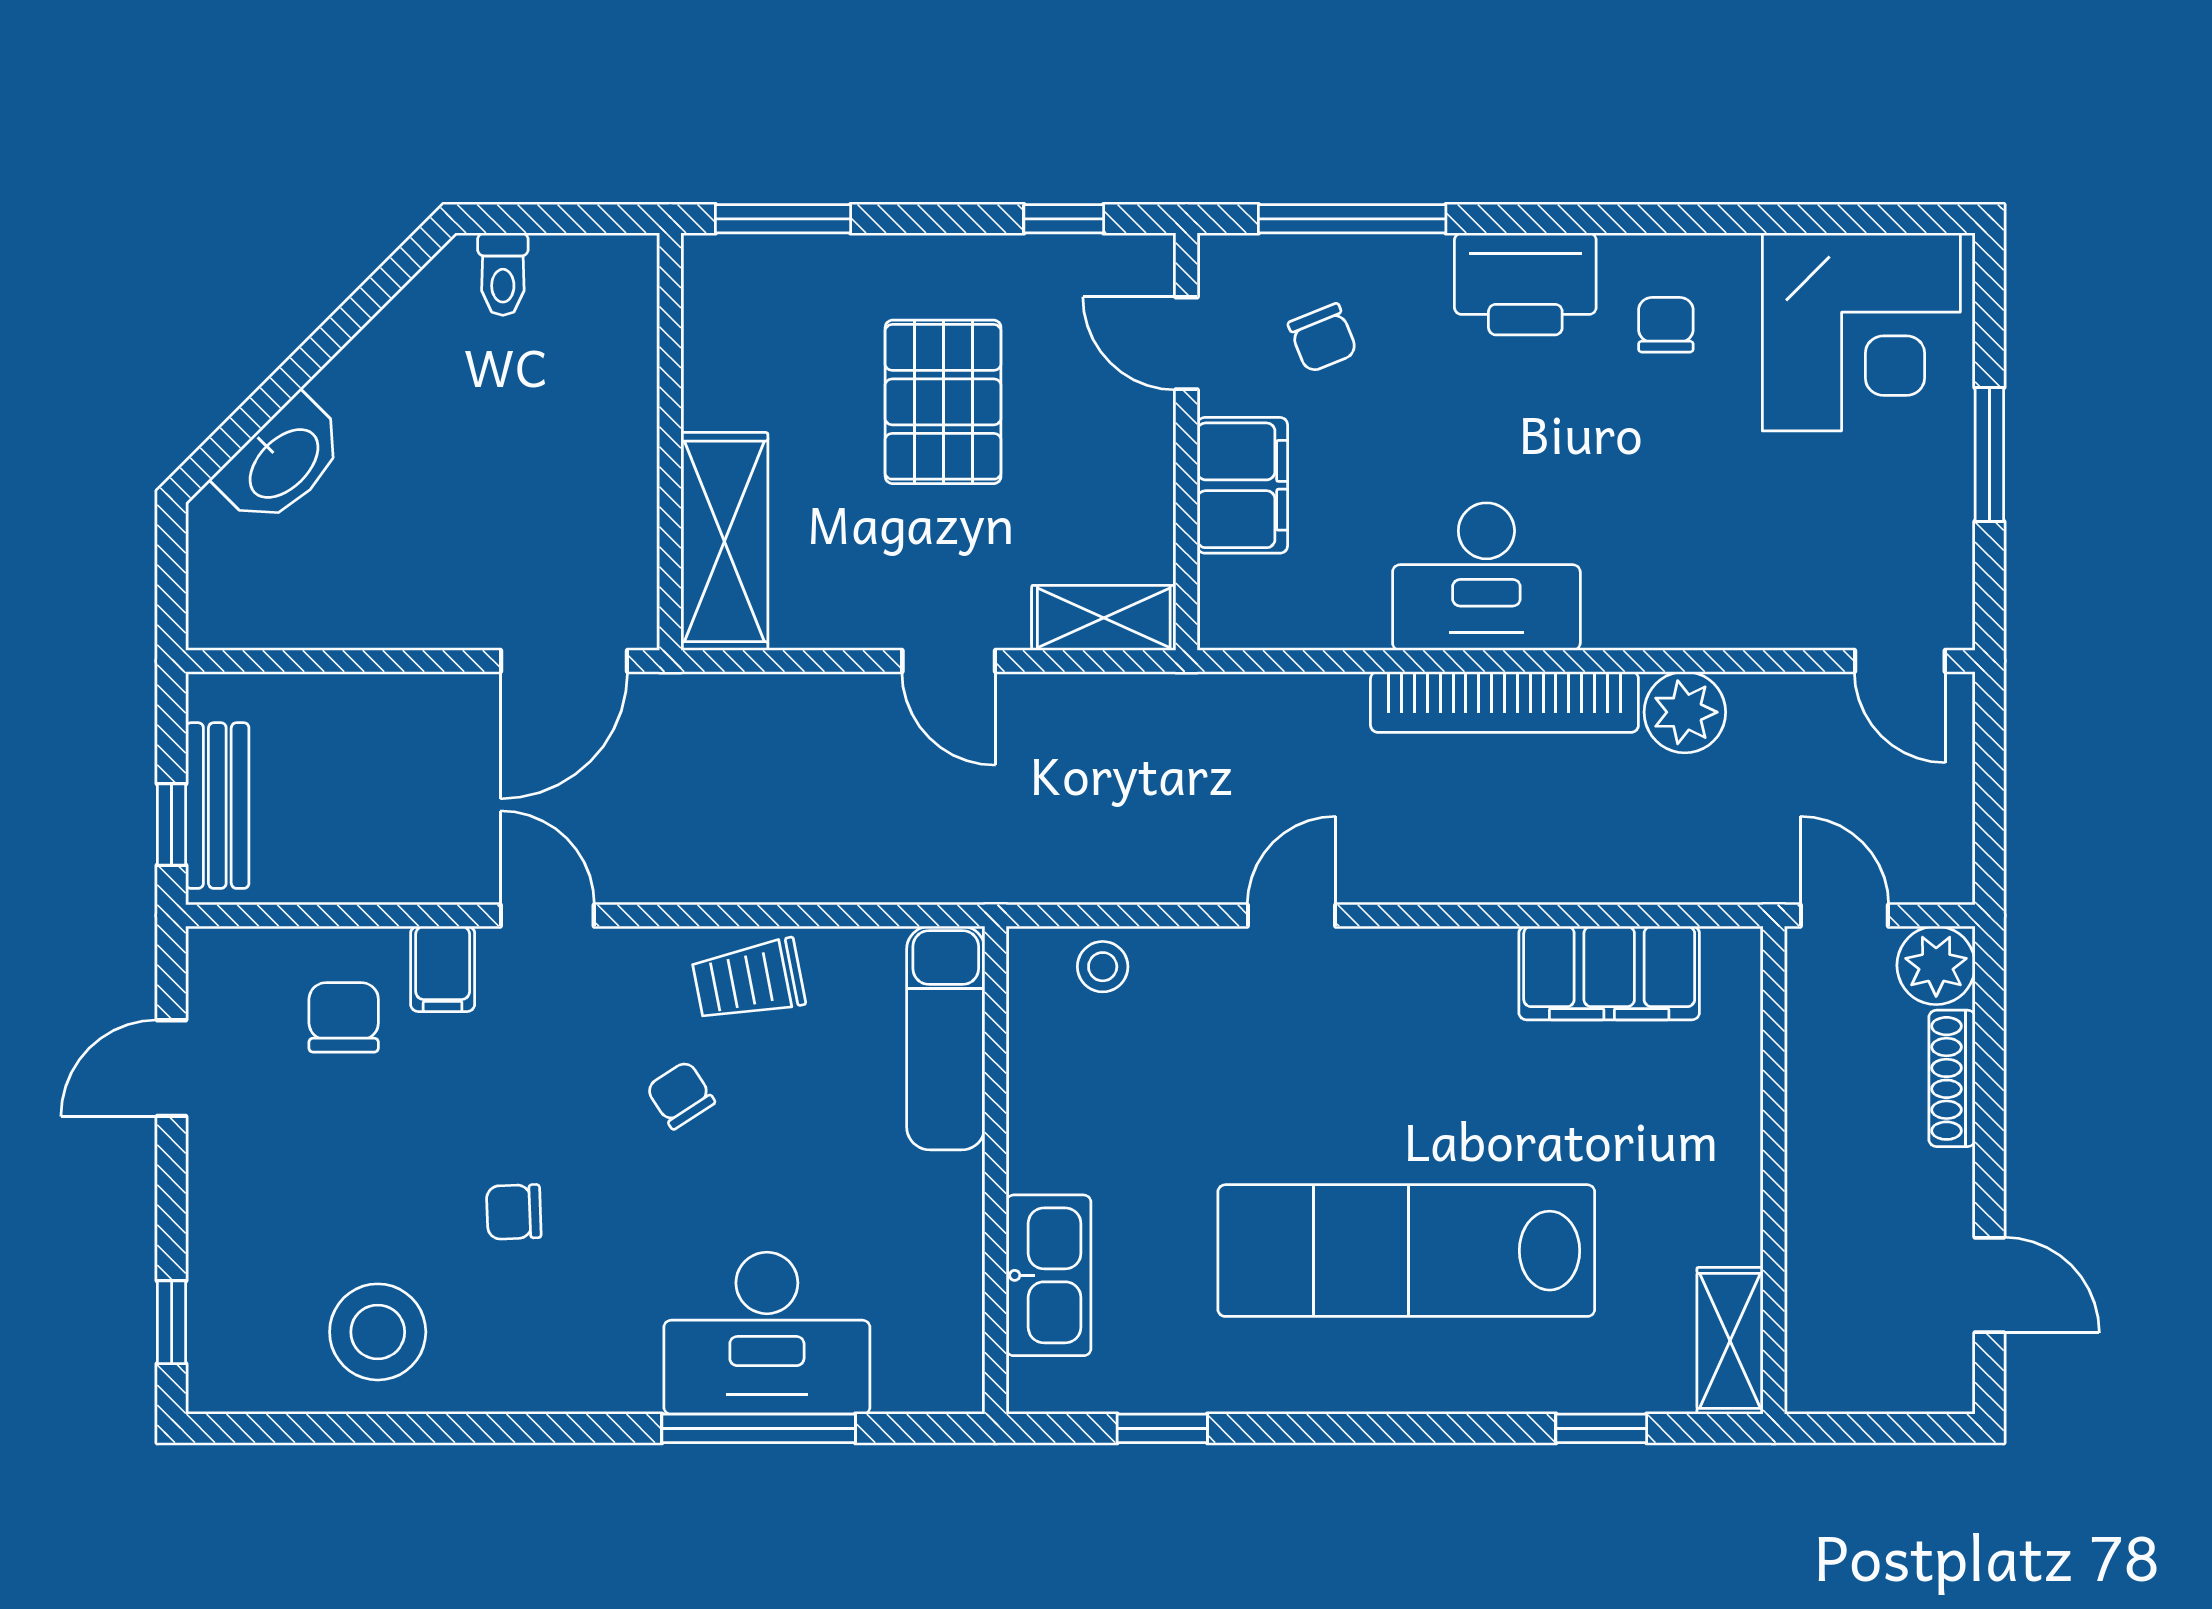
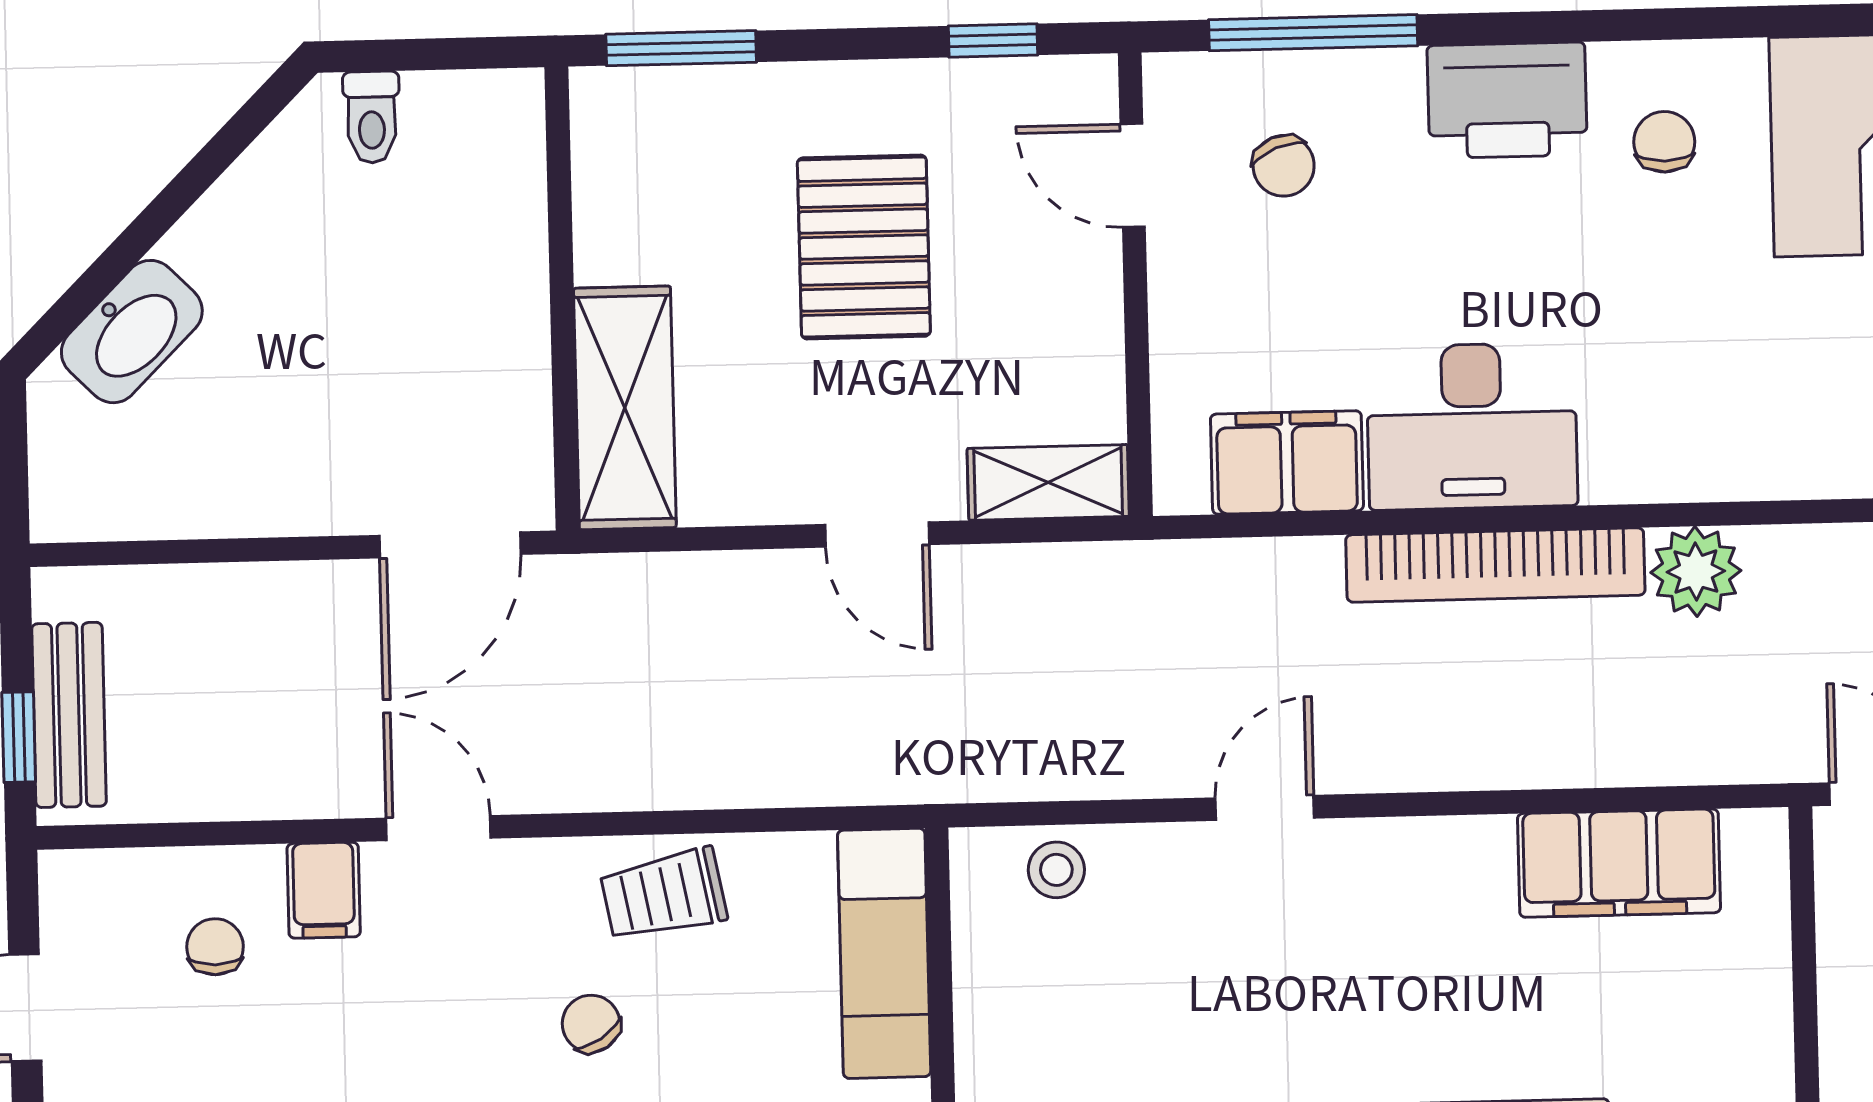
filing cabinet: (1242, 485) -> (1287, 462), moved, turned -90
chair: (344, 1017) -> (215, 947), width x0.73, depth x0.73

